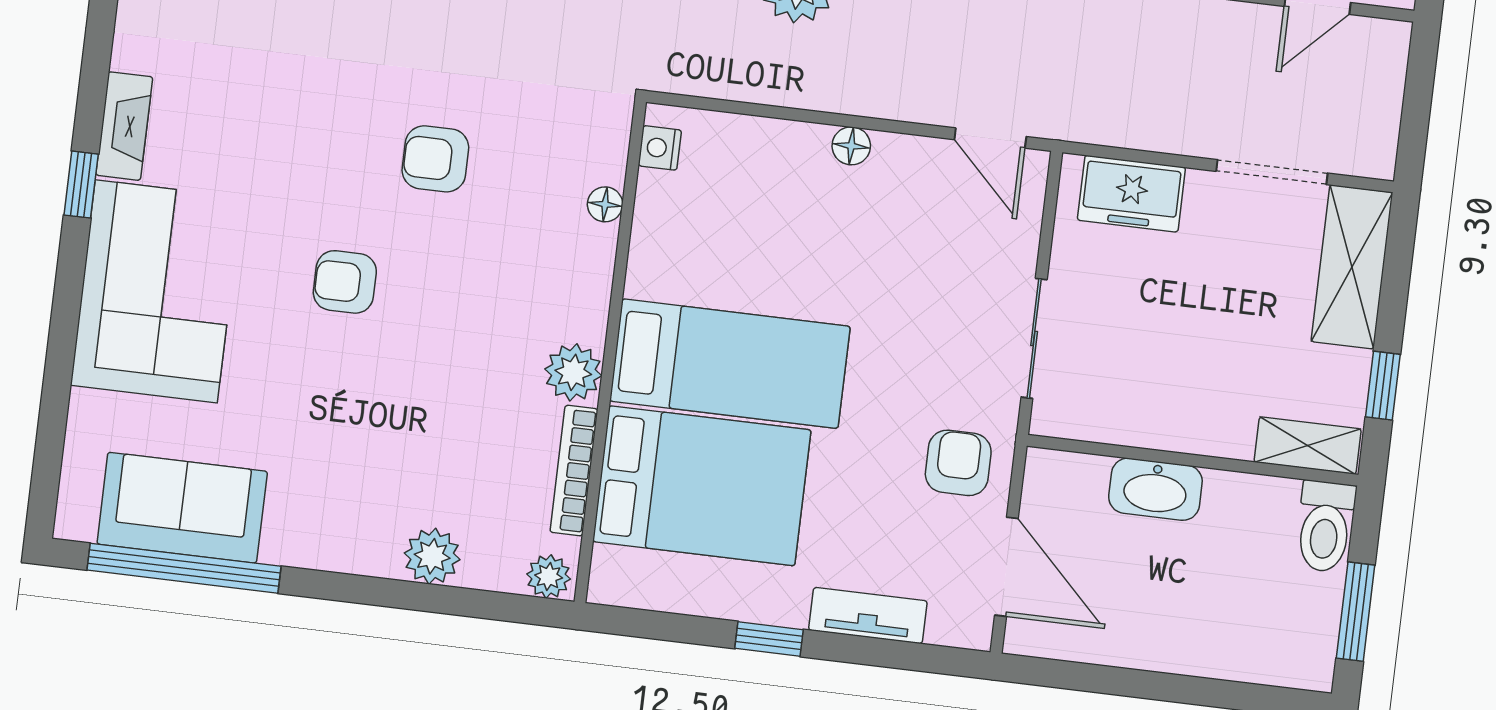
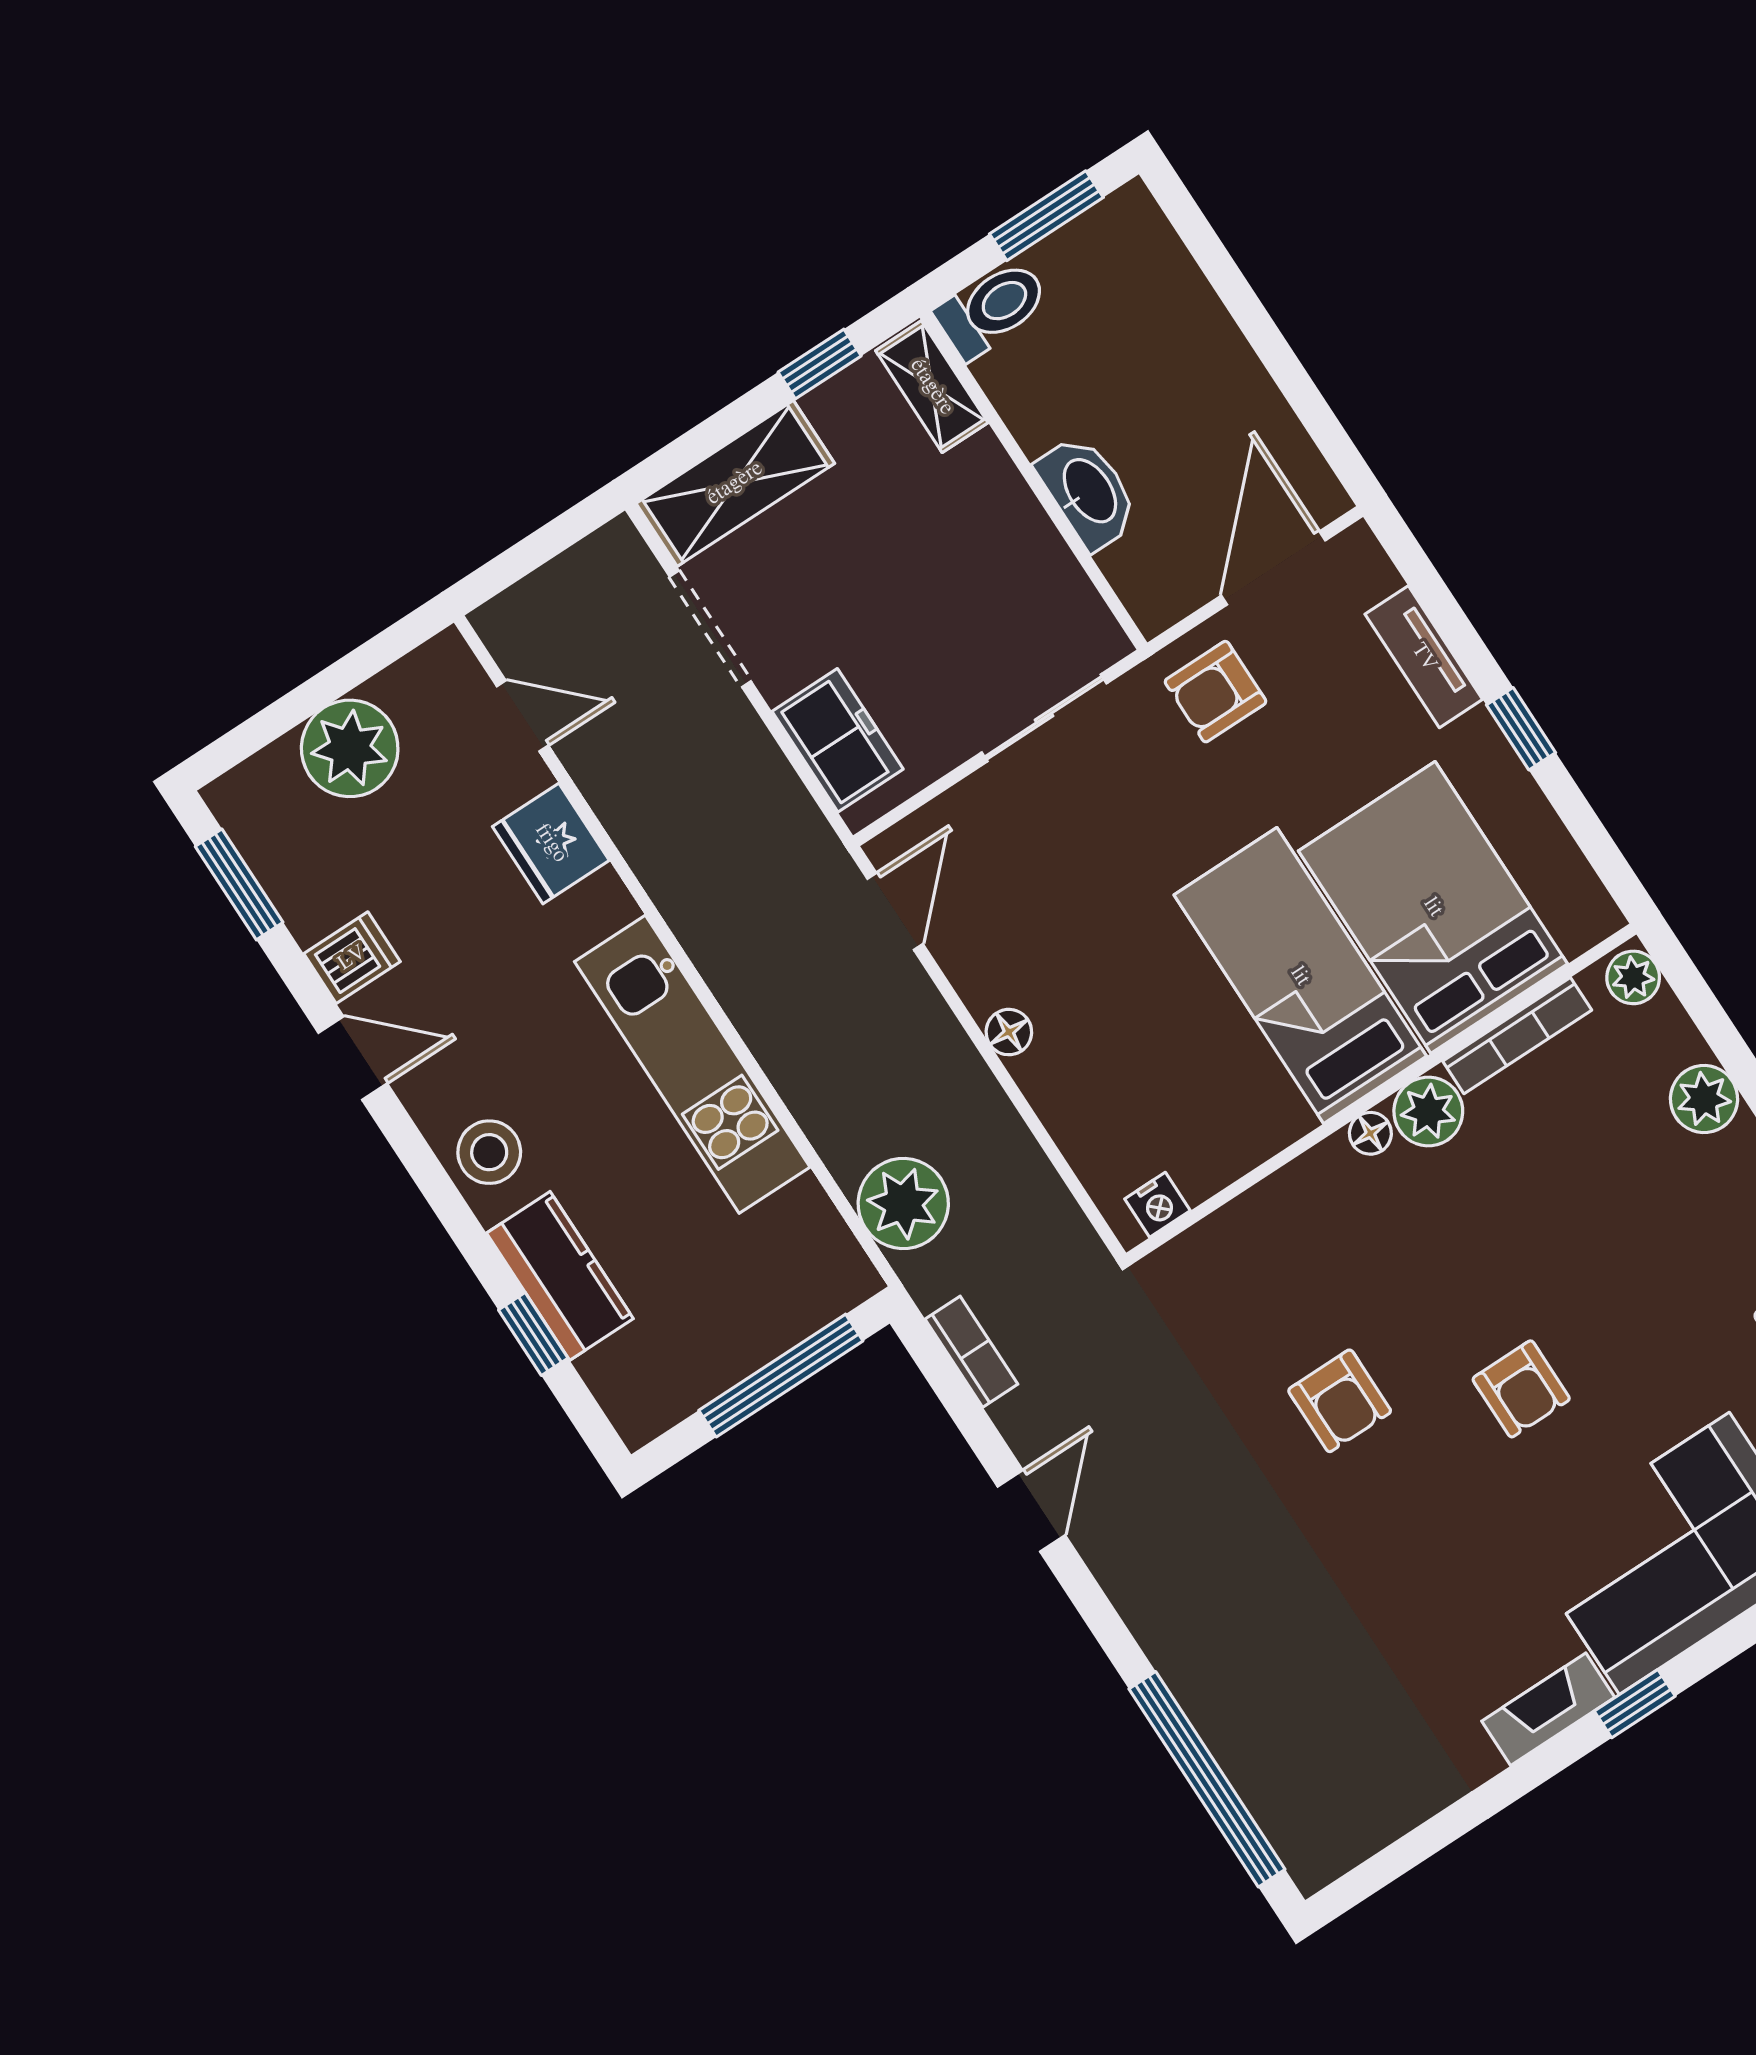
floor lamp: (605, 204) -> (1370, 1133), moved

